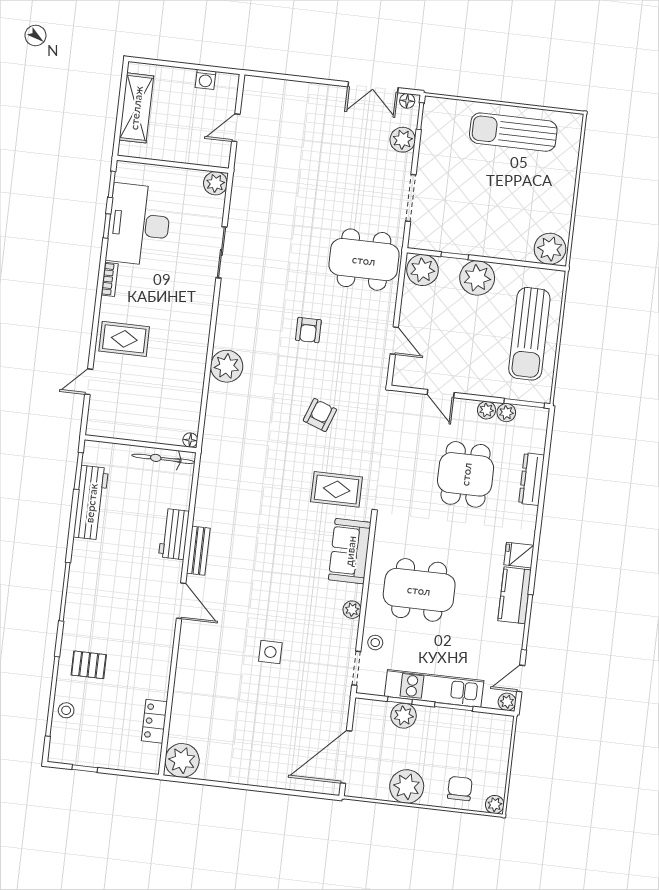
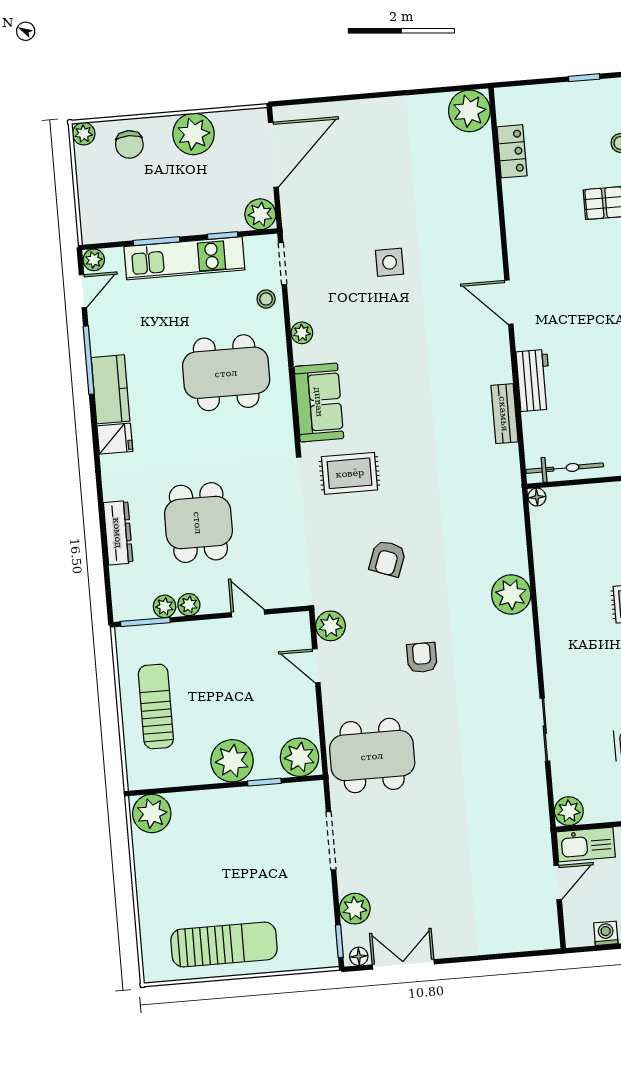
kitchen sink: (207, 154) -> (586, 845), added
sun lounger: (529, 334) -> (156, 707), width x0.73, depth x0.75
plant: (376, 370) -> (330, 626), added
bench: (198, 551) -> (504, 414), moved
plant: (404, 716) -> (260, 214), moved

